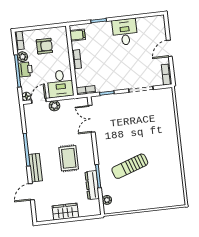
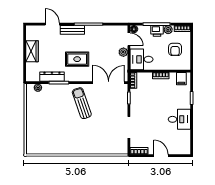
double door: (92, 119) -> (109, 83), width x1.37
sun lounger: (130, 166) -> (82, 103), moved

